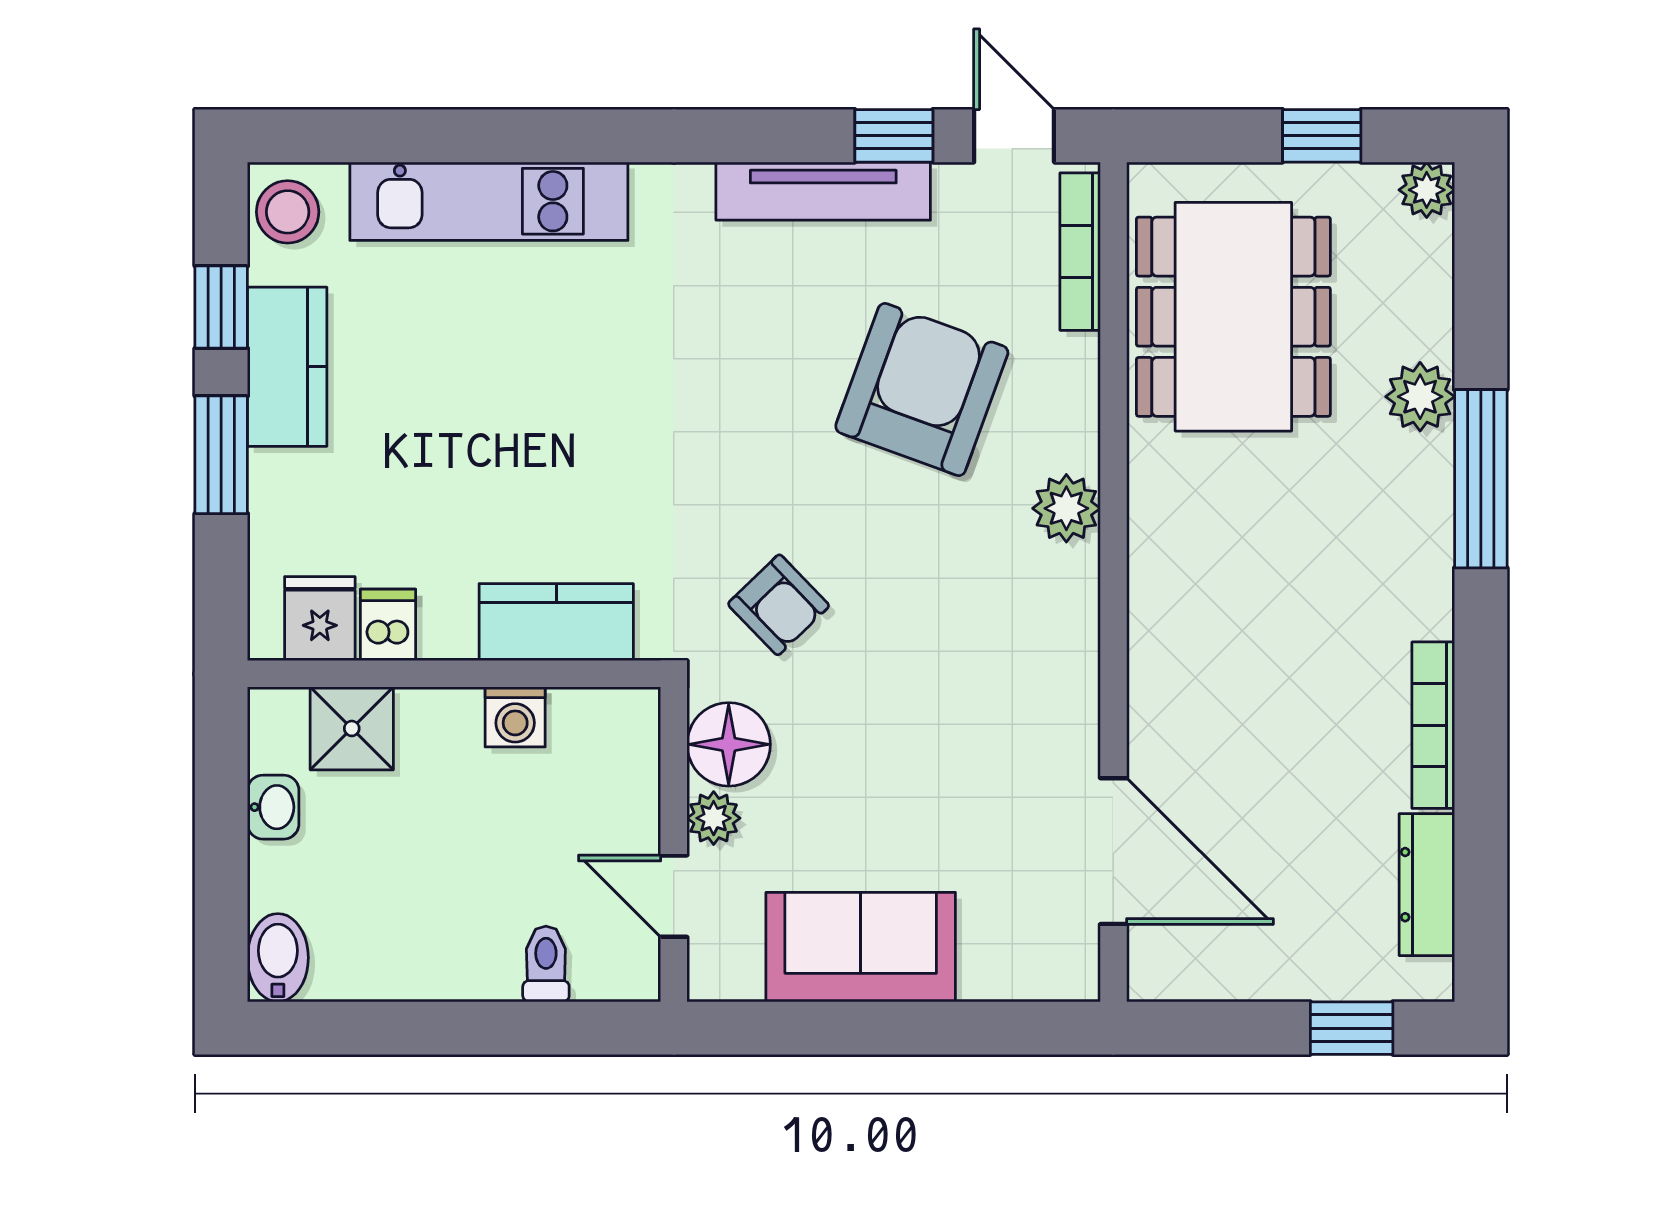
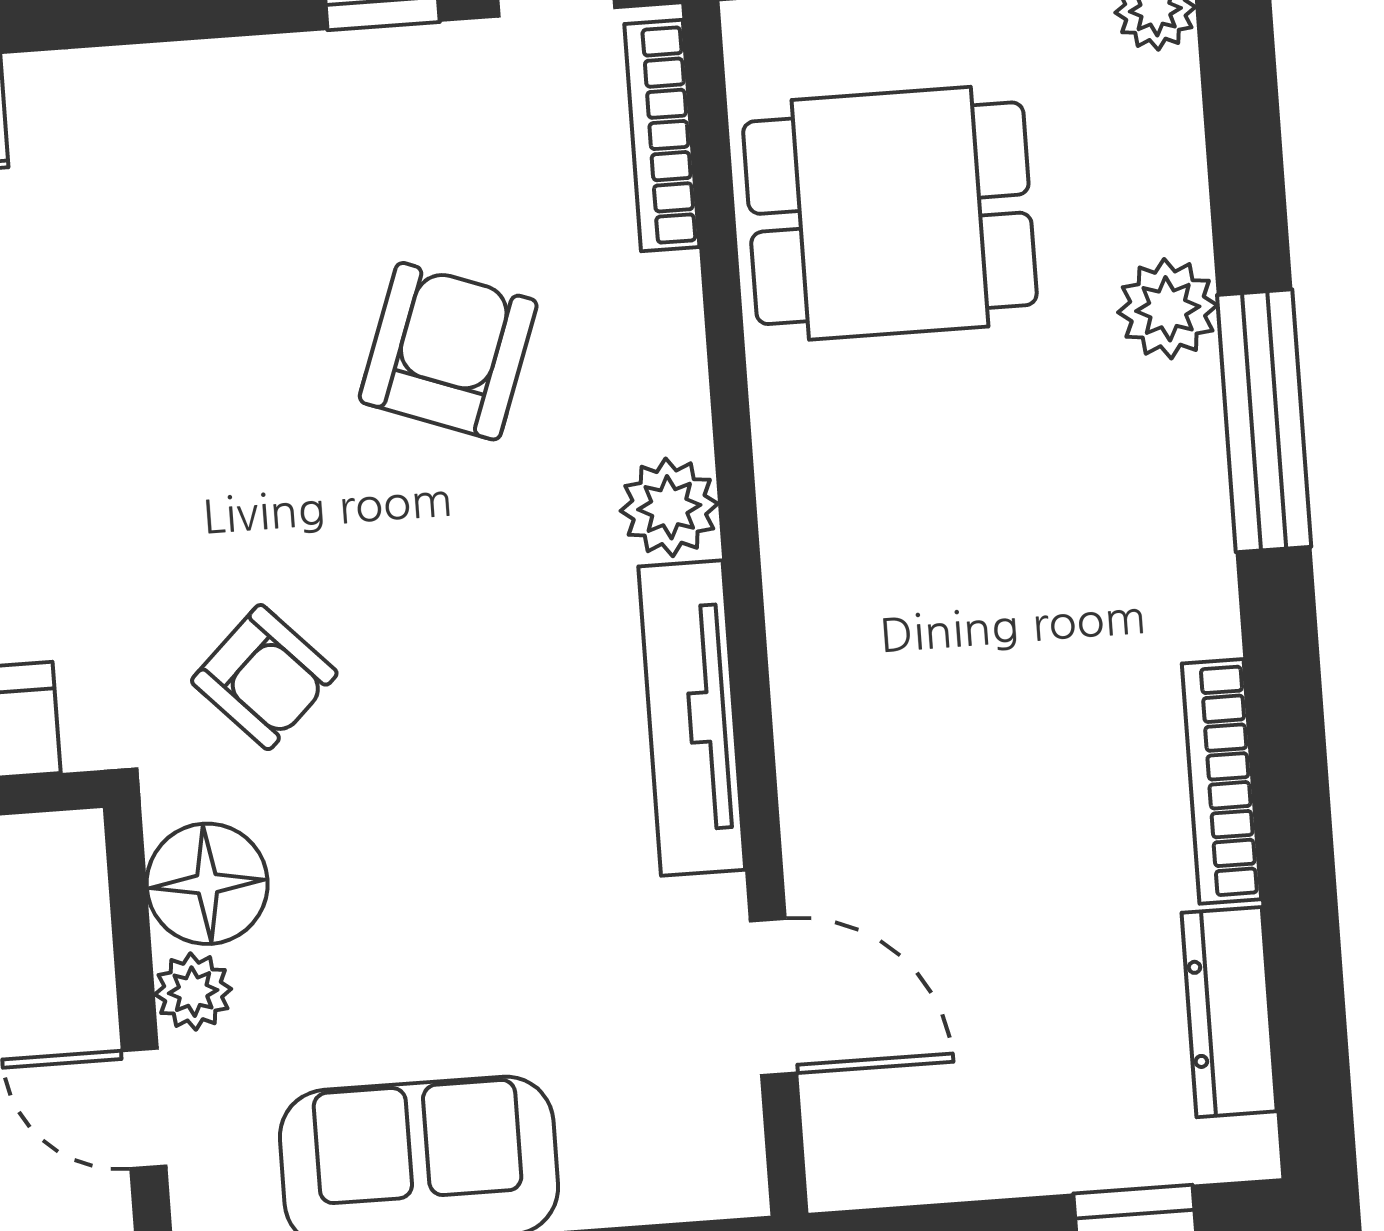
tv unit: (823, 191) -> (692, 718), moved, turned 90
dining table: (1233, 317) -> (890, 213), width x0.73
armchair: (922, 389) -> (448, 351), width x0.73, depth x0.73
door: (1113, 851) -> (773, 997), width x0.73

